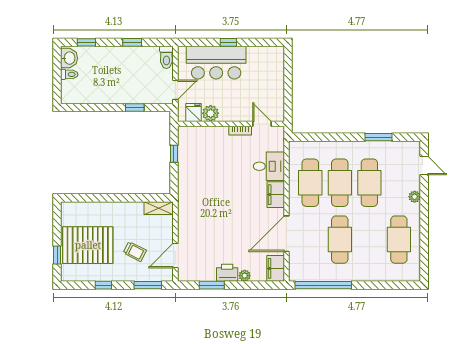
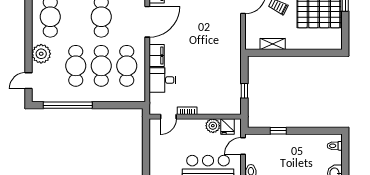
toilet: (69, 74) -> (335, 146), moved
door: (262, 124) -> (168, 117), hinge flipped
window: (379, 137) -> (68, 105), width x2.11
door: (424, 165) -> (28, 81), hinge flipped
plant: (415, 197) -> (41, 54), width x1.88, depth x1.88
shelving: (159, 208) -> (273, 44), moved

